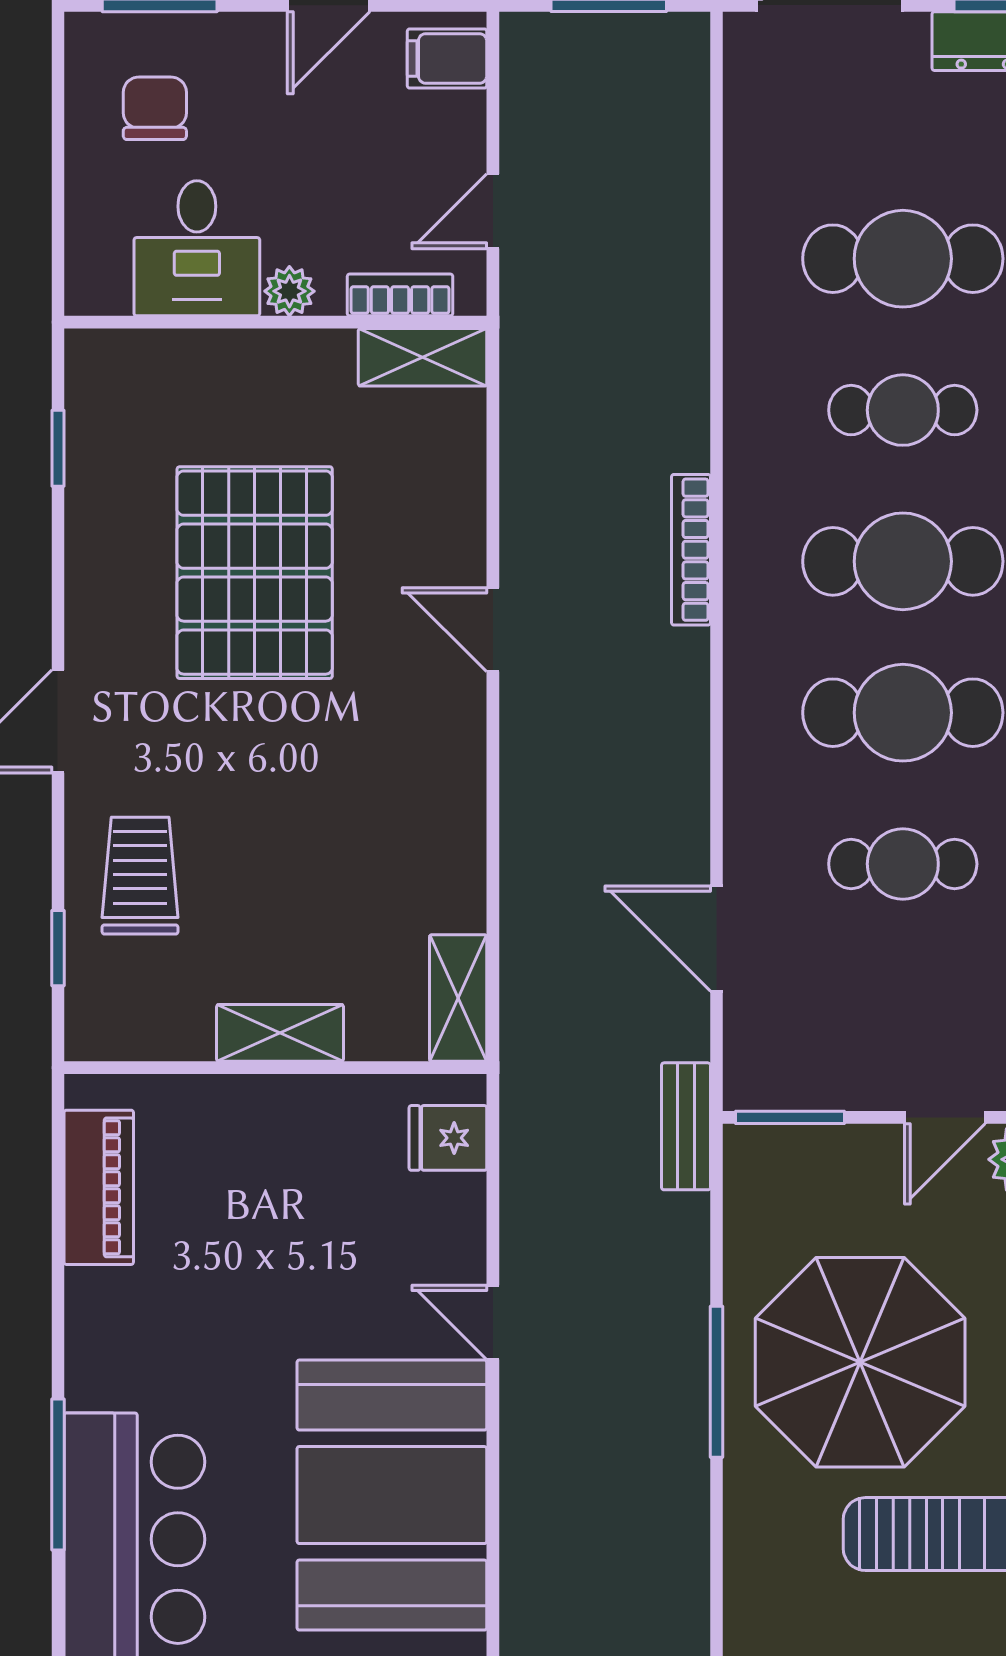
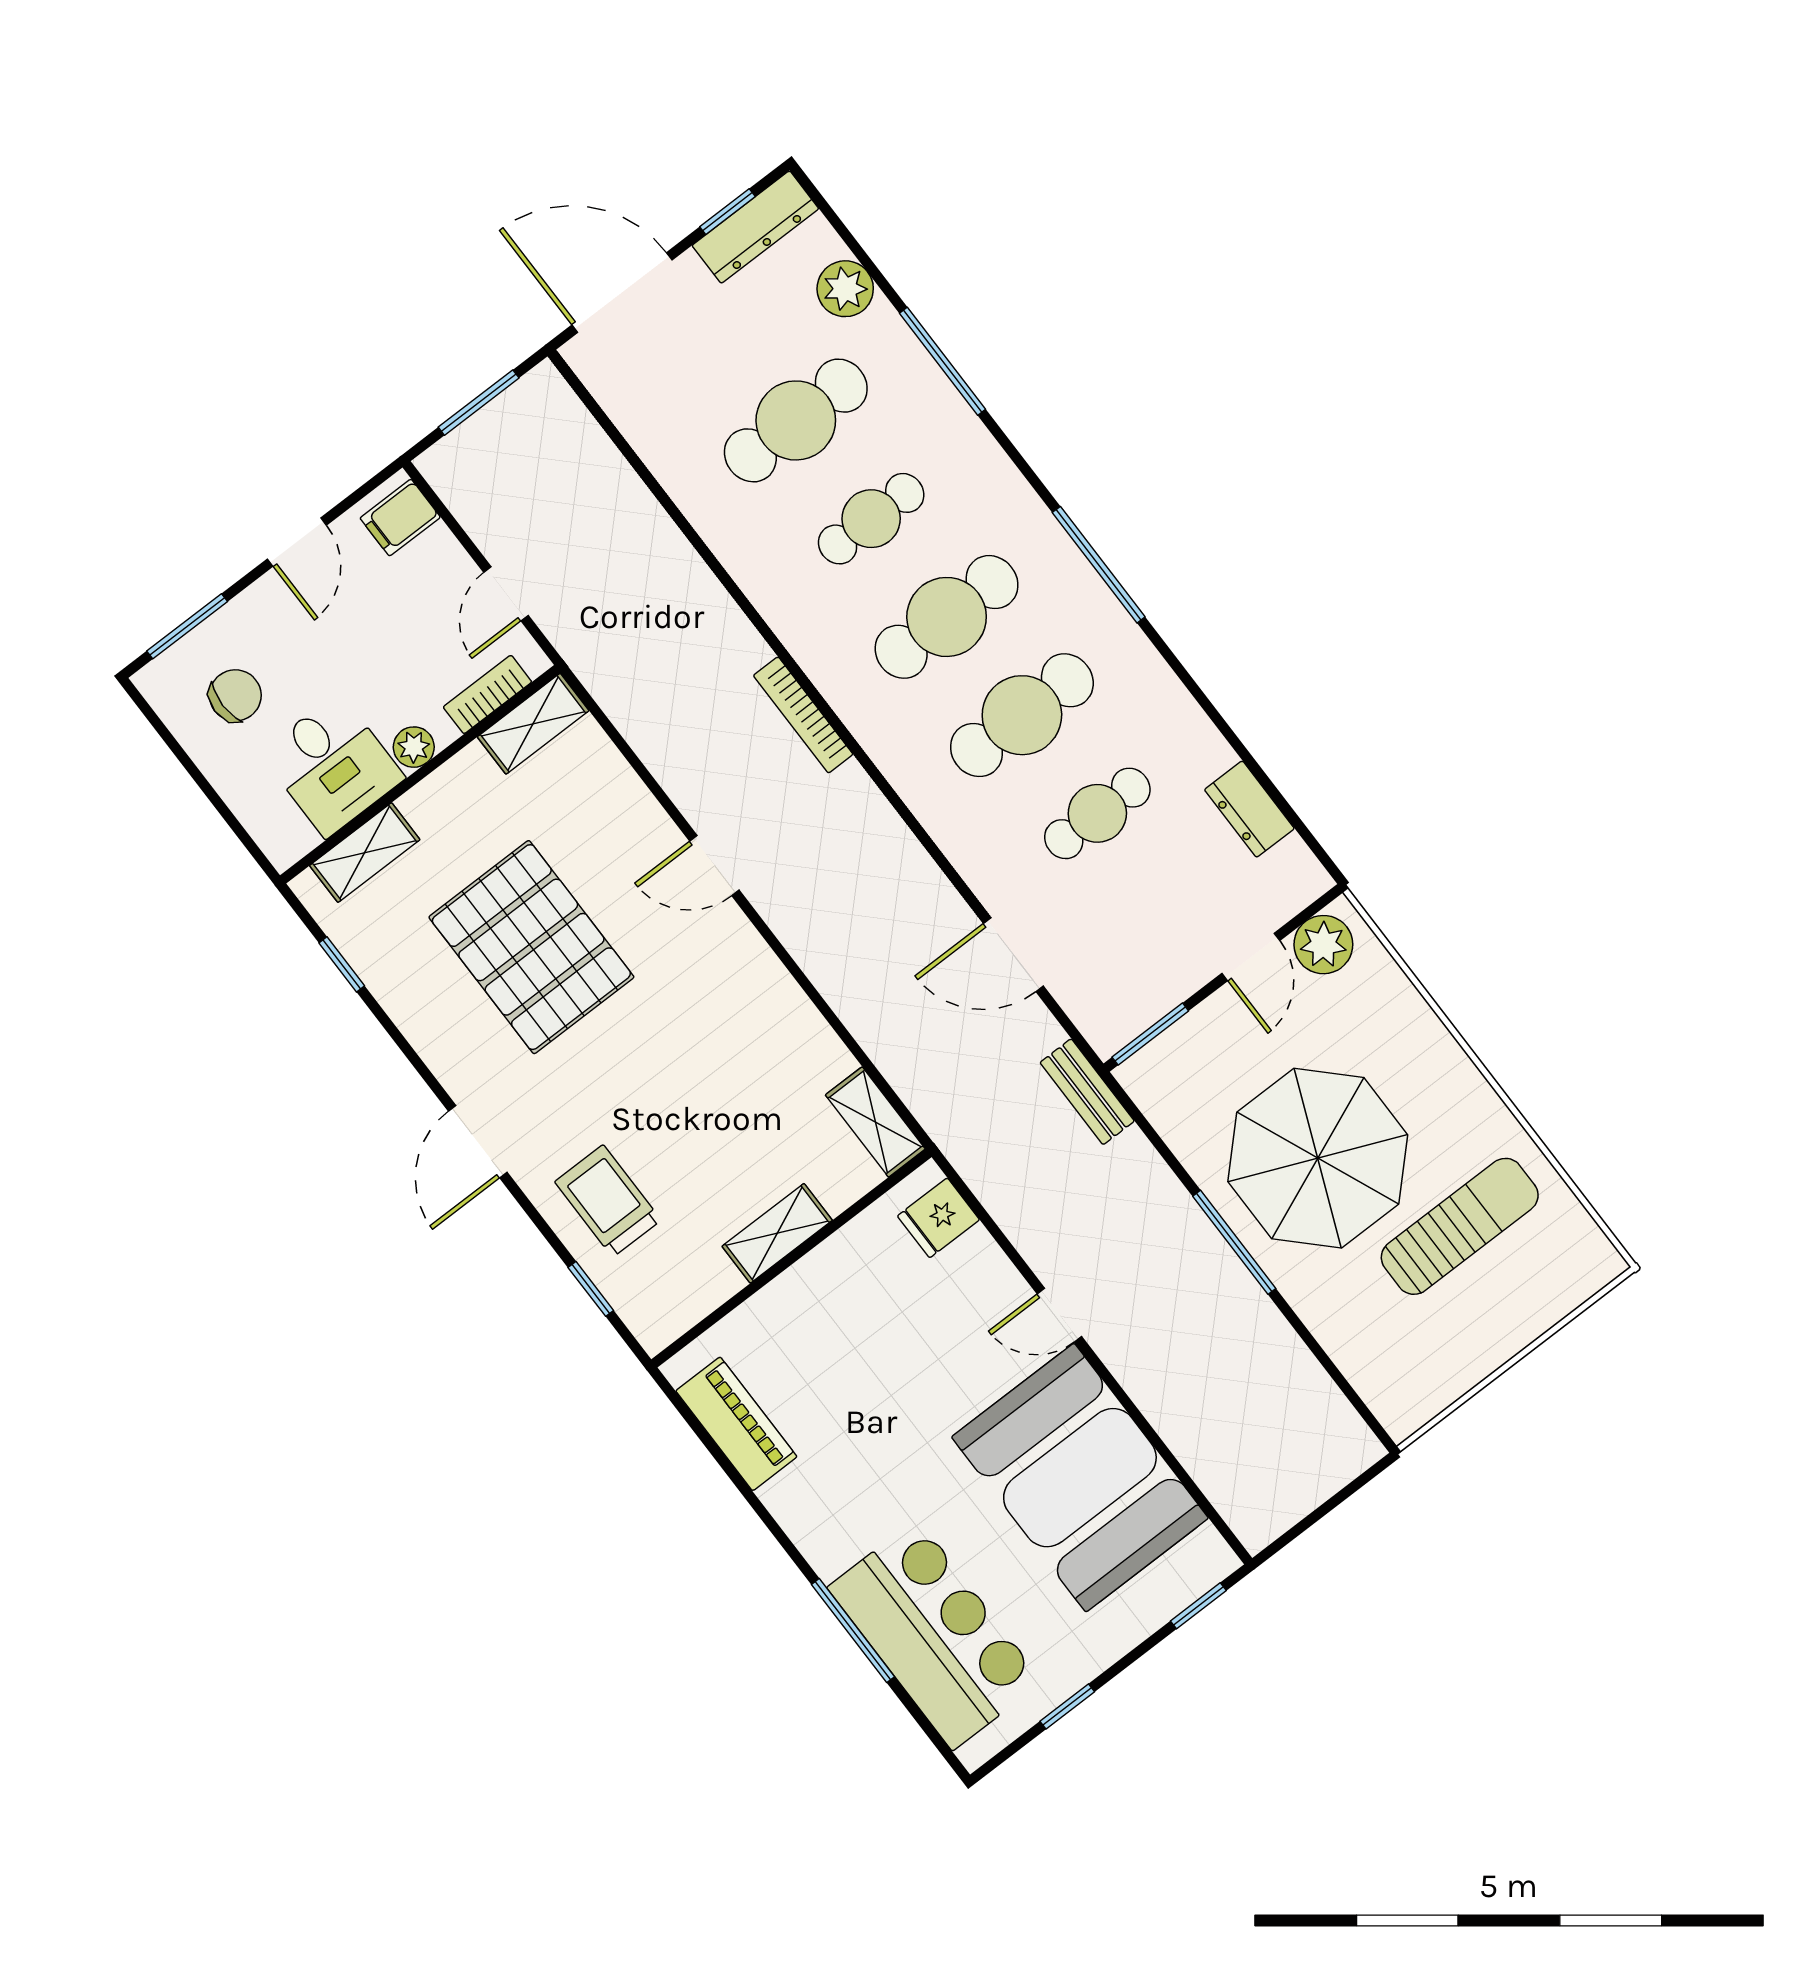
chair: (155, 108) -> (235, 695), turned 90
shelving: (163, 357) -> (365, 853), added

